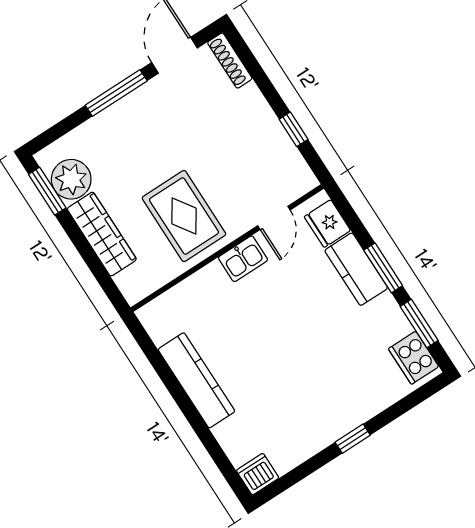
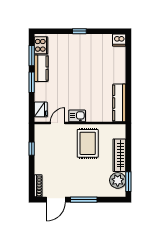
kitchen counter: (356, 269) -> (41, 68), moved
kitchen counter: (196, 380) -> (119, 103), moved

